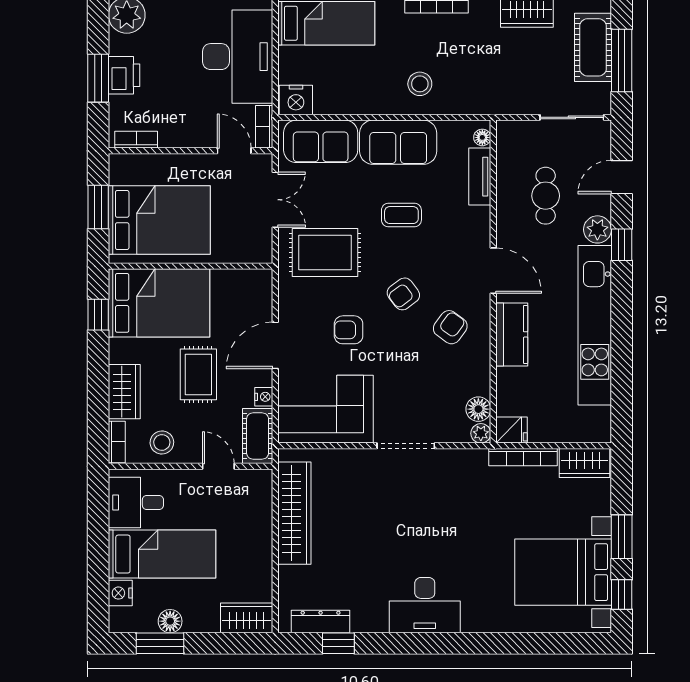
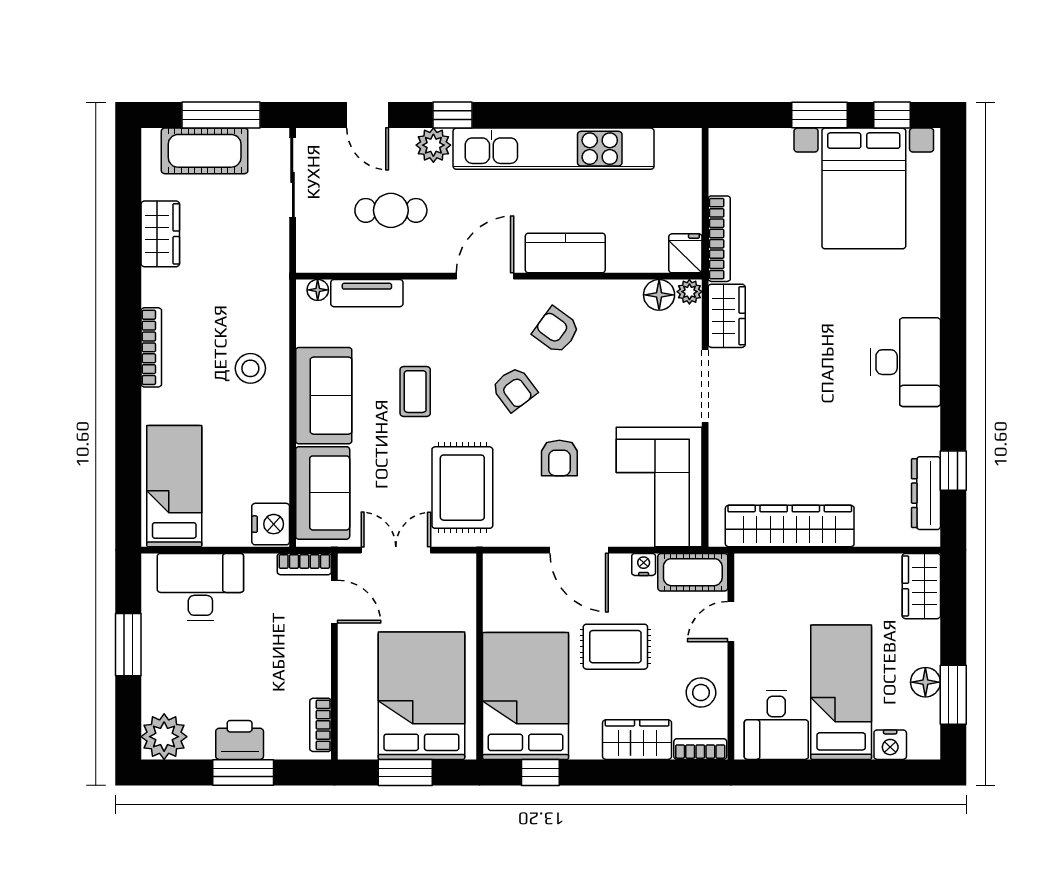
desk: (238, 57) -> (200, 587), width x0.73, depth x0.77
door: (234, 151) -> (334, 602), swing flipped
wardrobe: (585, 463) -> (727, 316), moved

